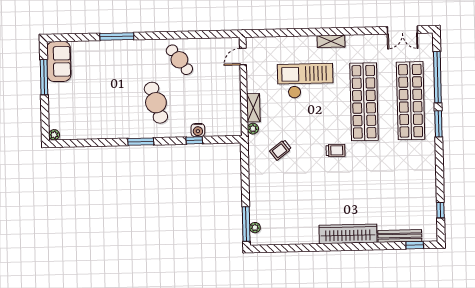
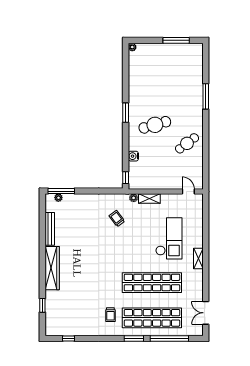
sofa: (59, 61) -> (188, 52), removed
window: (194, 140) -> (126, 178), moved
trolley: (336, 150) -> (110, 315), moved
bench: (400, 236) -> (50, 229), moved
window: (415, 245) -> (42, 305), moved

